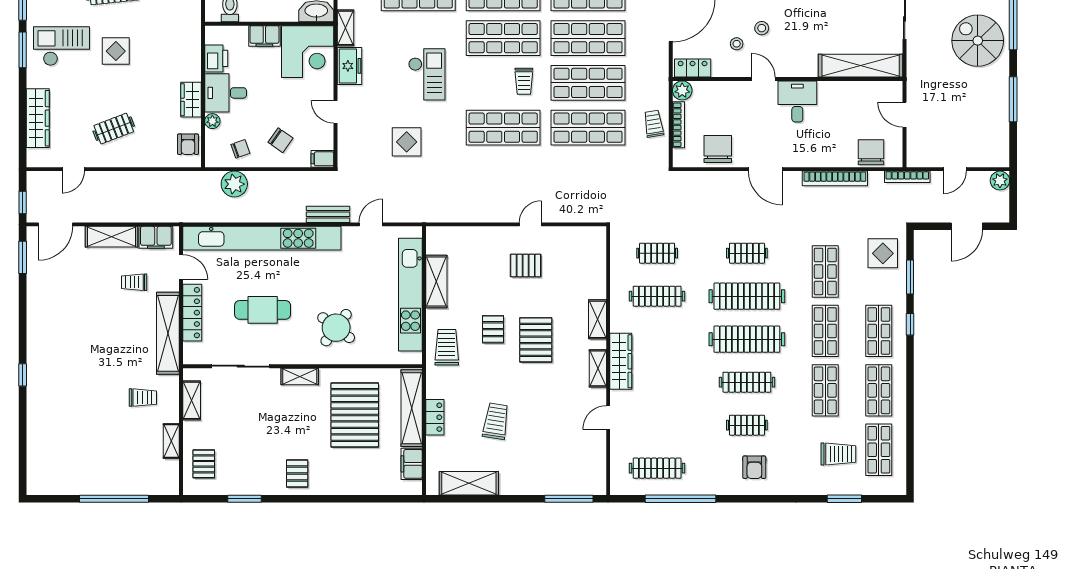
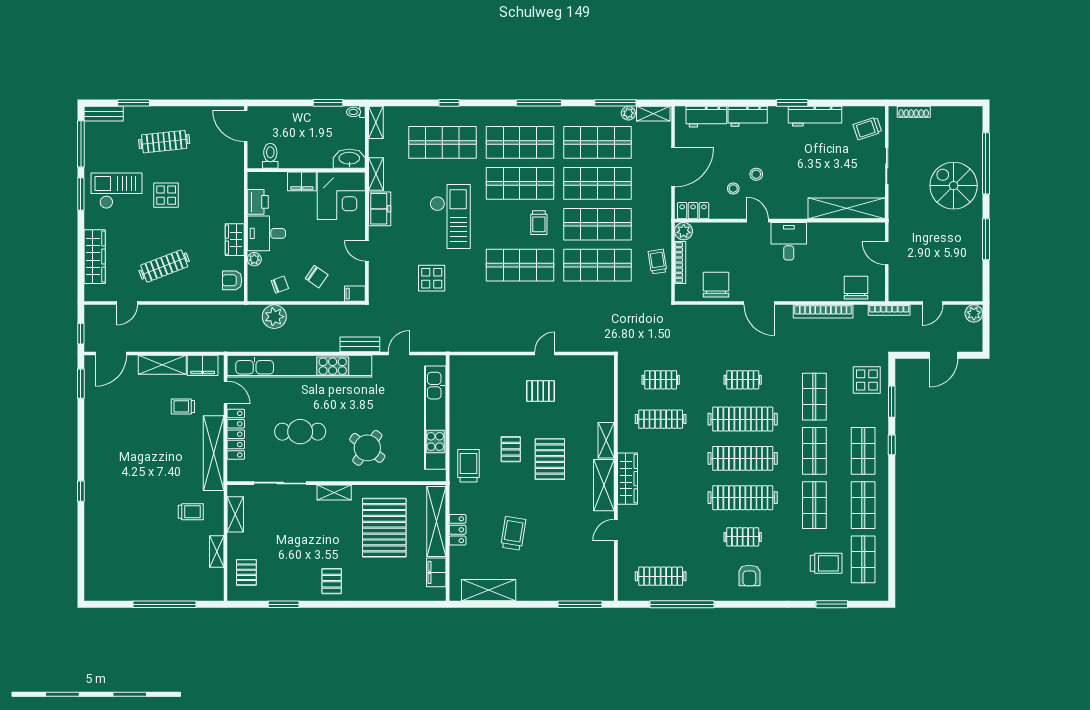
checkout: (427, 74) -> (450, 217), width x1.36, depth x1.21
clothes rail: (114, 129) -> (164, 266), width x1.36
armchair: (188, 144) -> (232, 280), turned 90
shelving: (436, 282) -> (459, 406), removed
shelving: (598, 368) -> (604, 485), width x1.50, depth x1.33
clothes rail: (747, 382) -> (743, 498), width x1.37, depth x1.31

